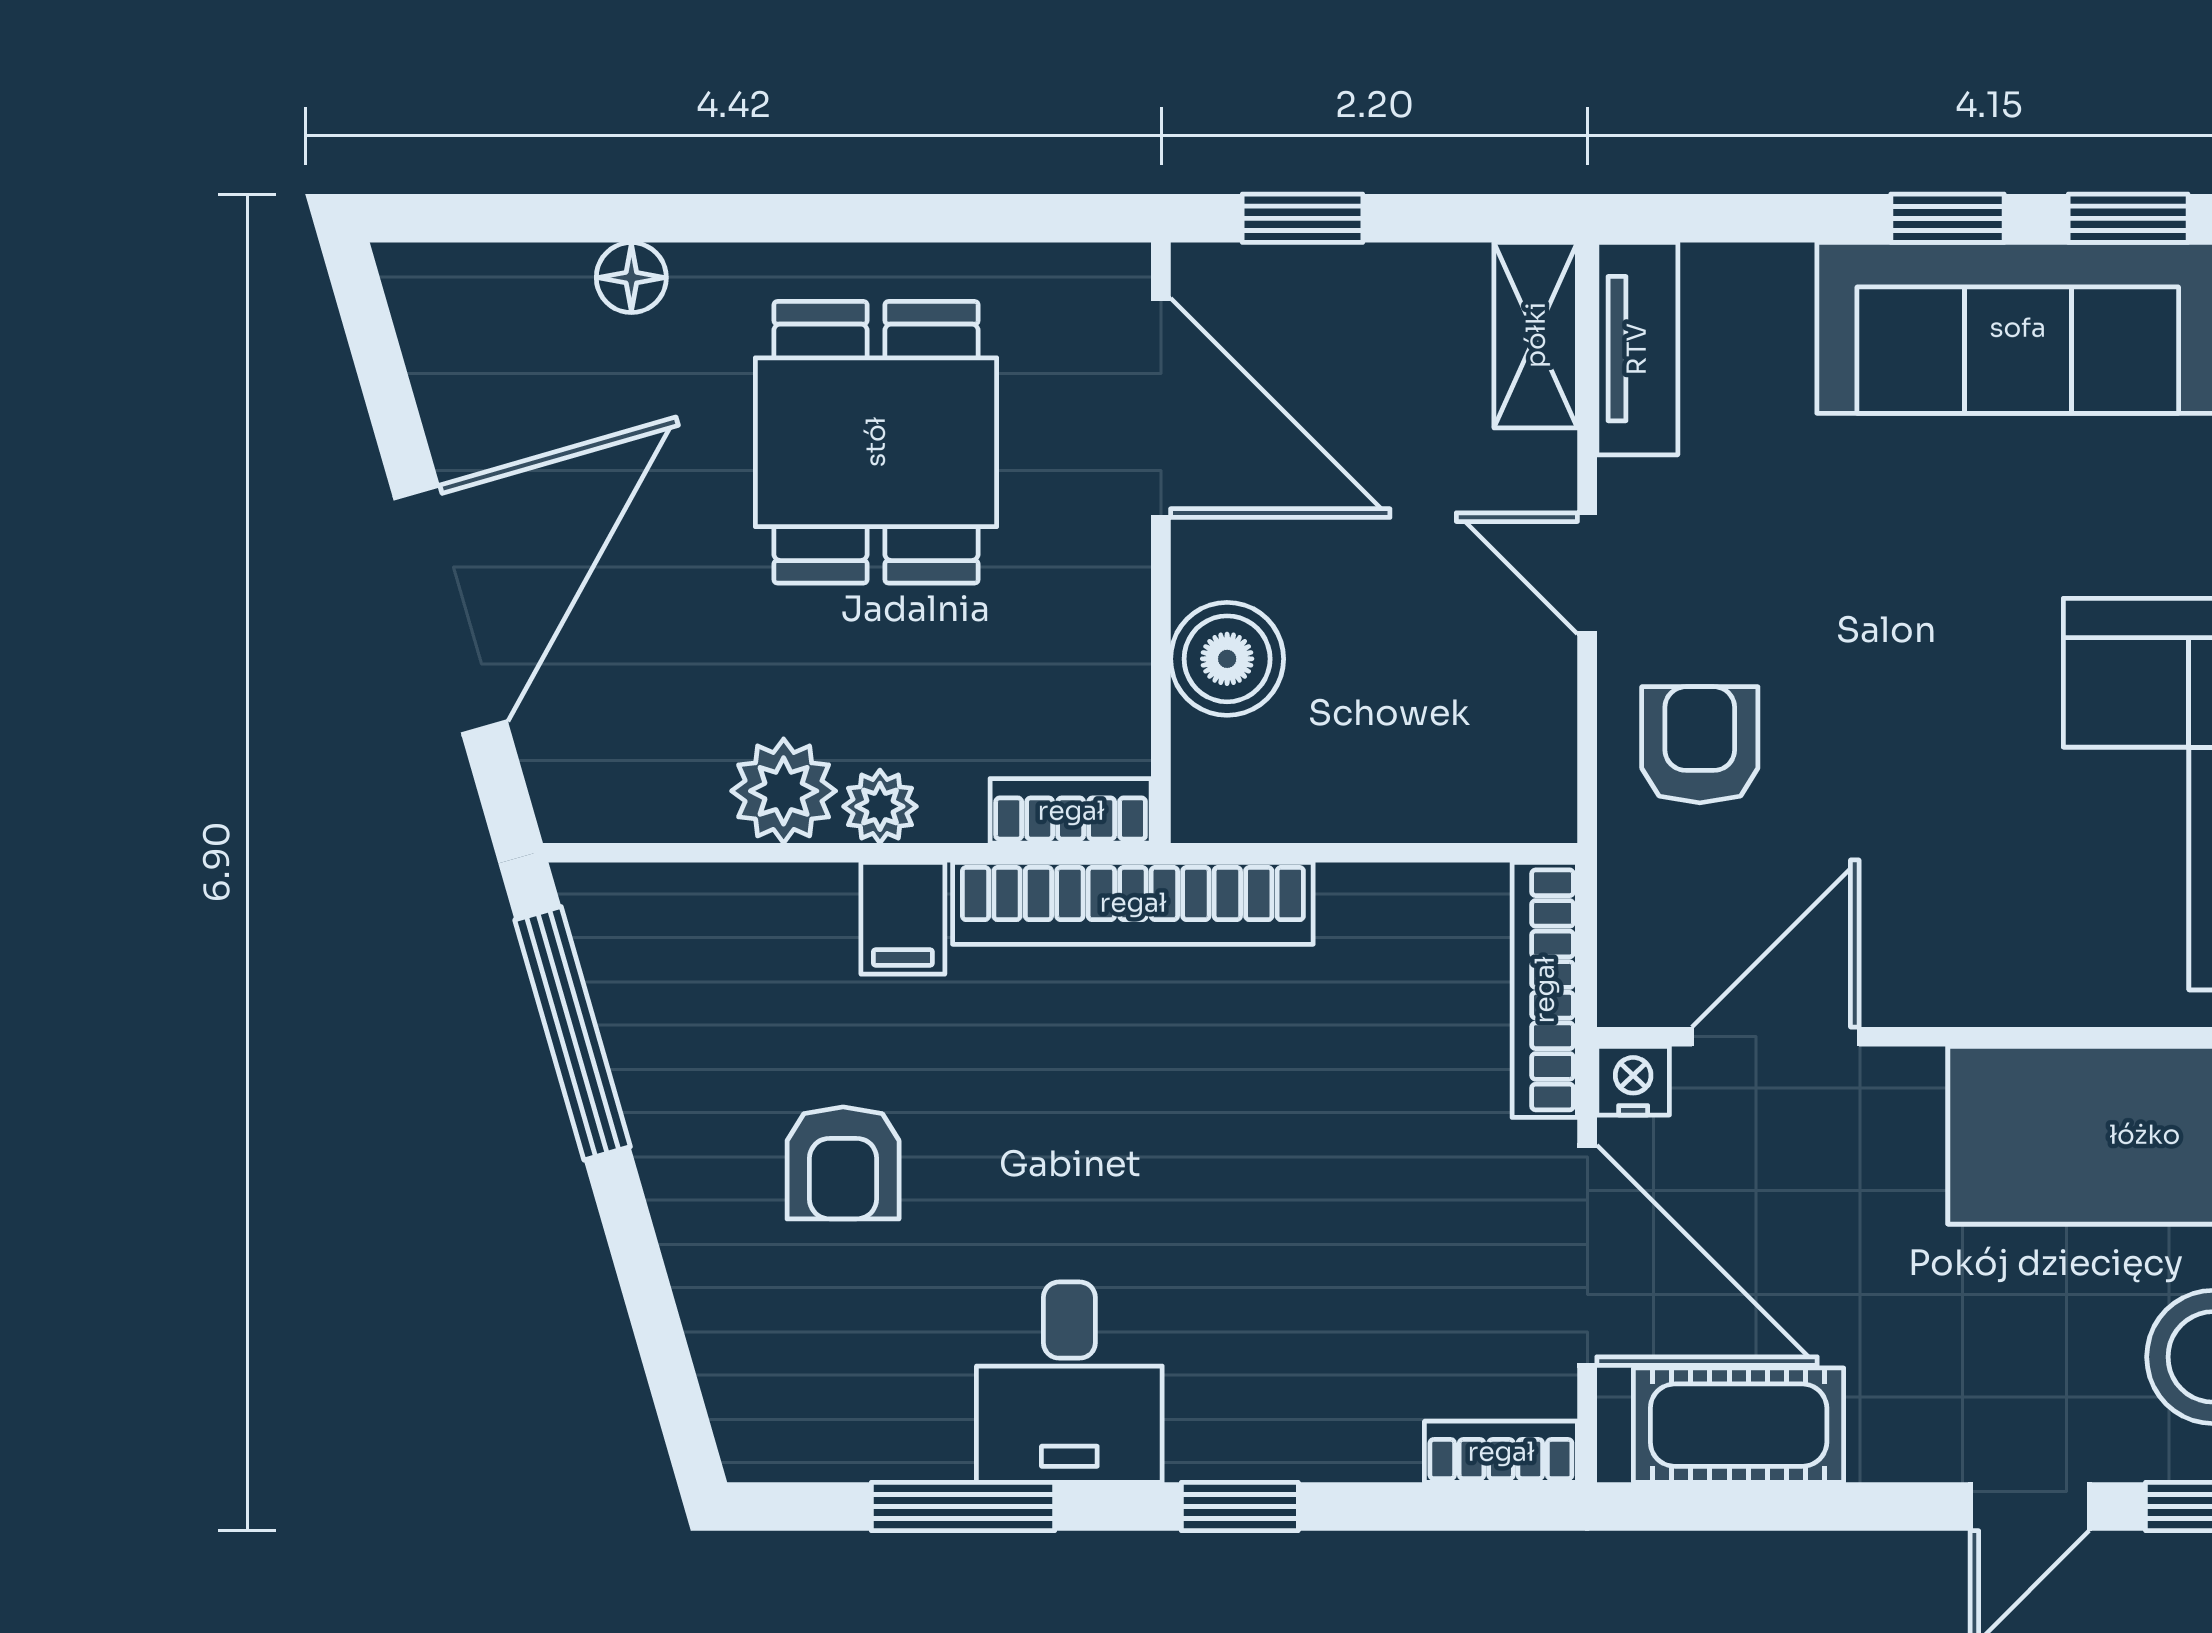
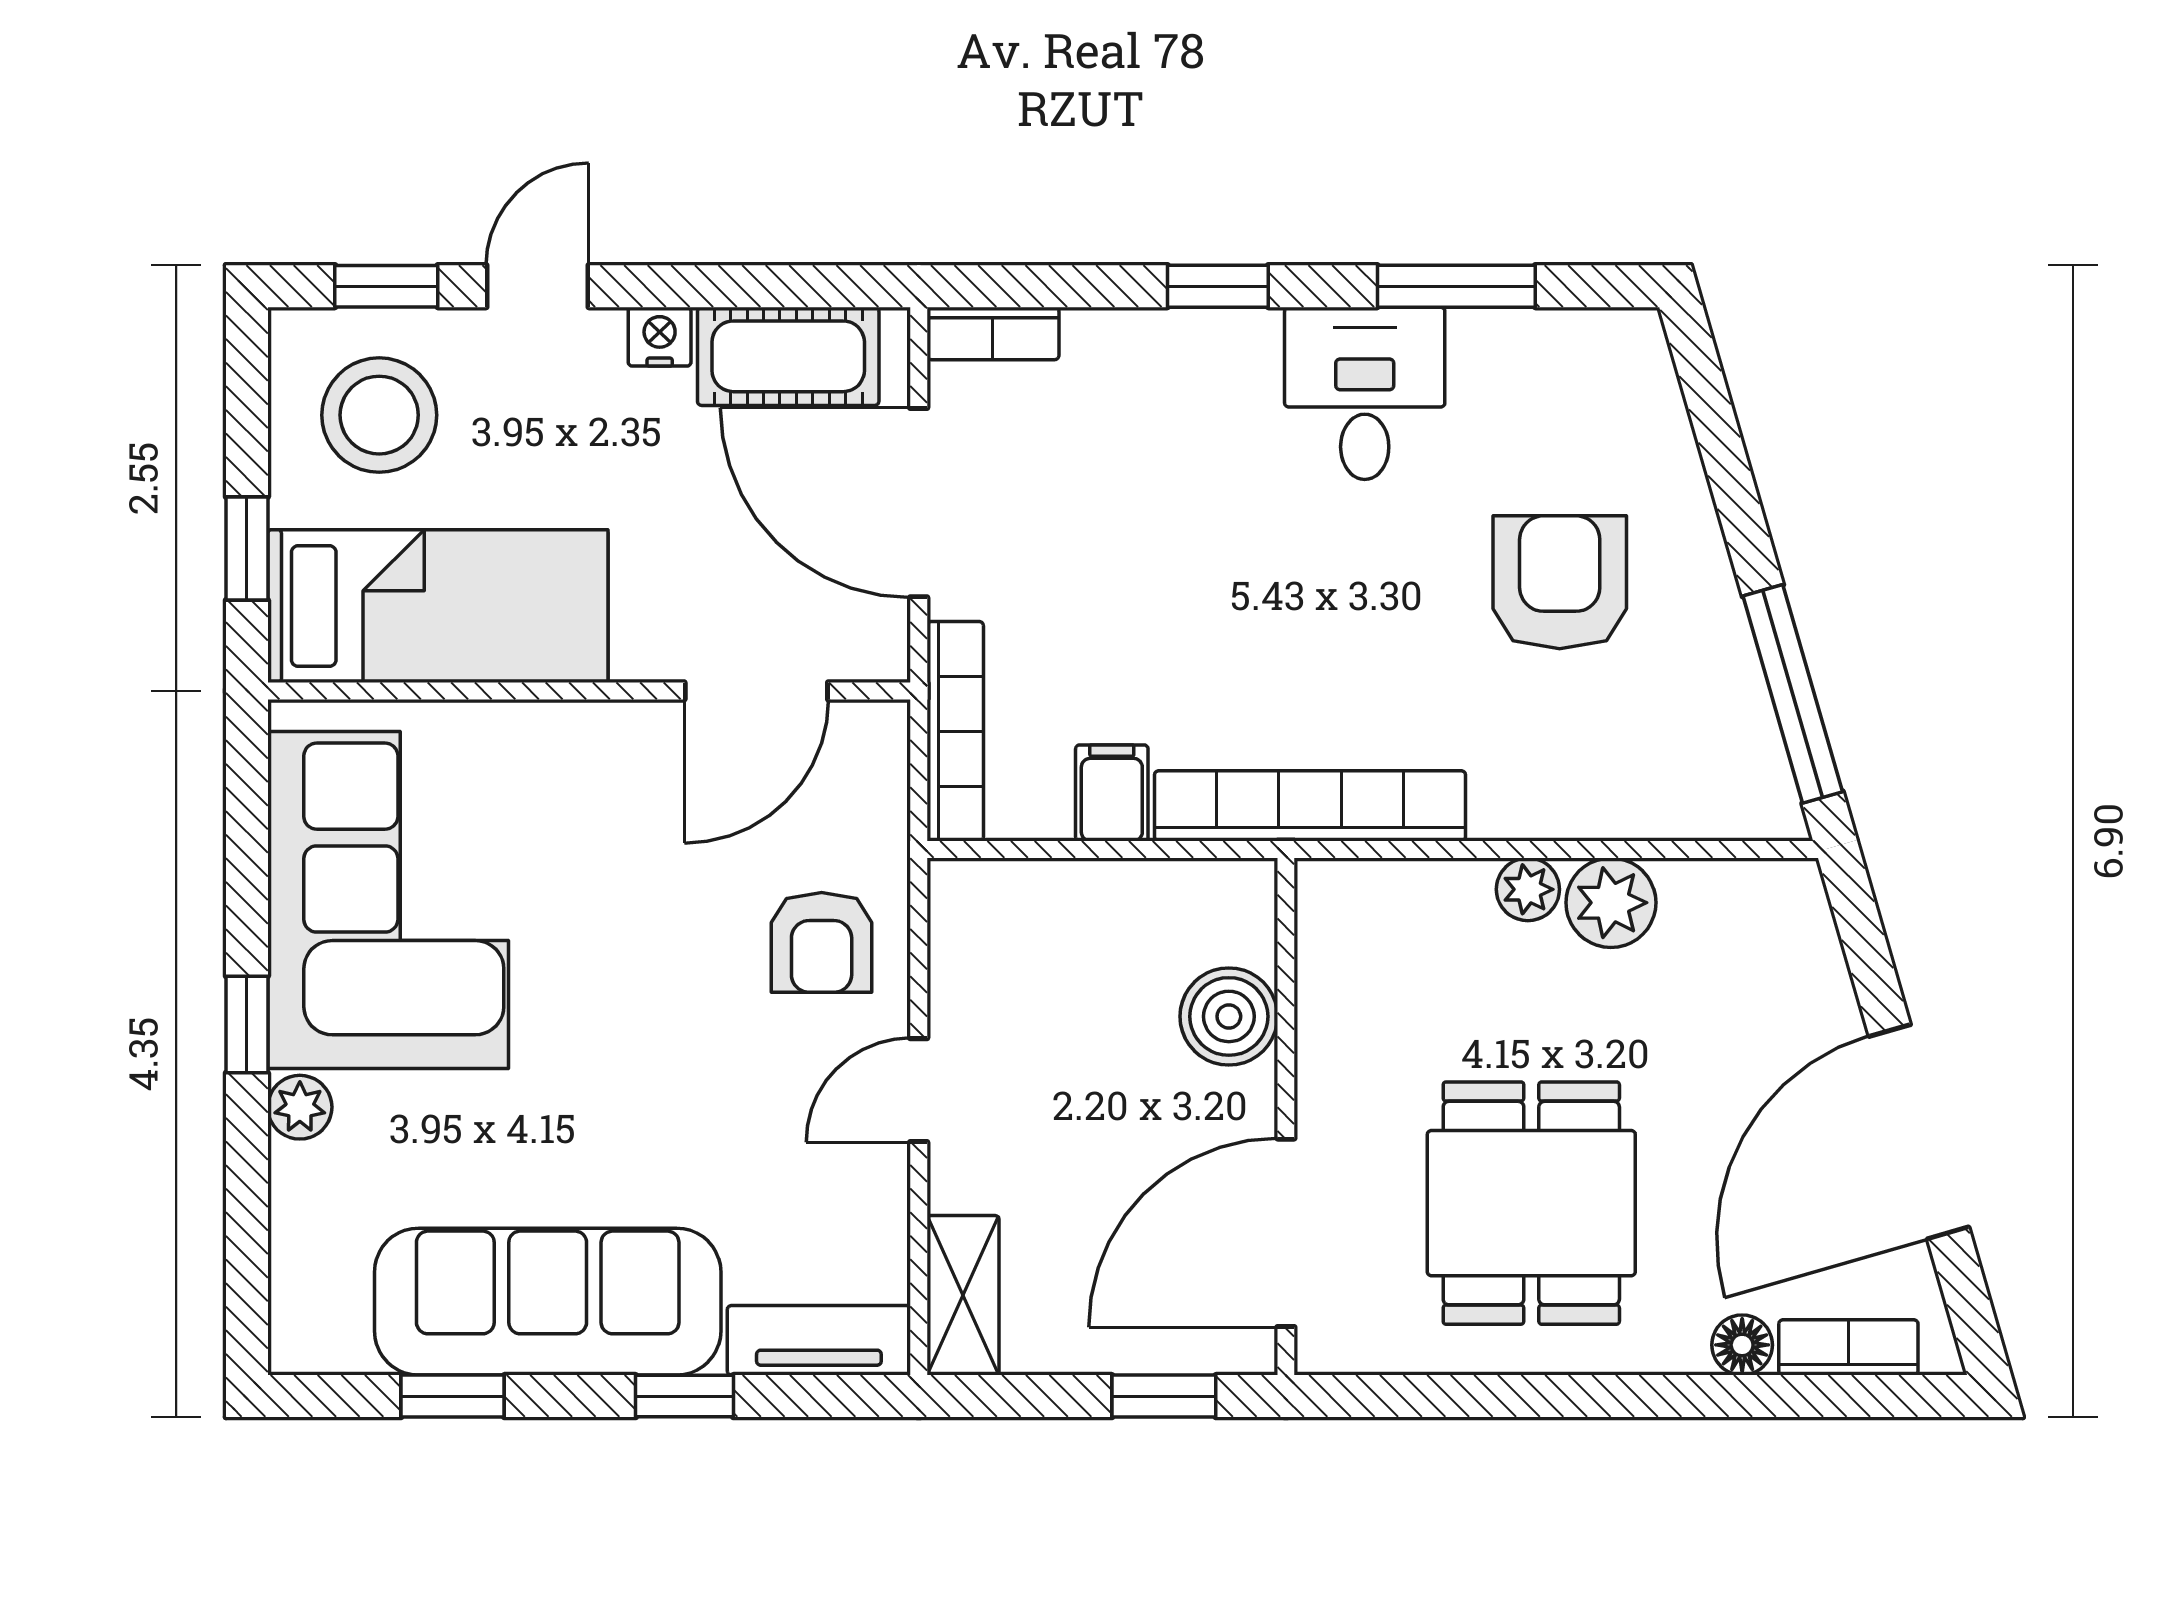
window: (1947, 218) -> (685, 1396), moved
tv unit: (1637, 349) -> (819, 1340), moved, turned 90
door: (1161, 408) -> (1286, 1233), hinge flipped
door: (1587, 573) -> (919, 1090), swing flipped
door: (451, 610) -> (1919, 1132), moved
bookcase: (1071, 811) -> (1848, 1347), moved, turned 180
filing cabinet: (903, 918) -> (1112, 793), moved
nightstand: (1633, 1081) -> (660, 337), moved, turned 180
armchair: (843, 1163) -> (1560, 582), width x1.38, depth x1.38

